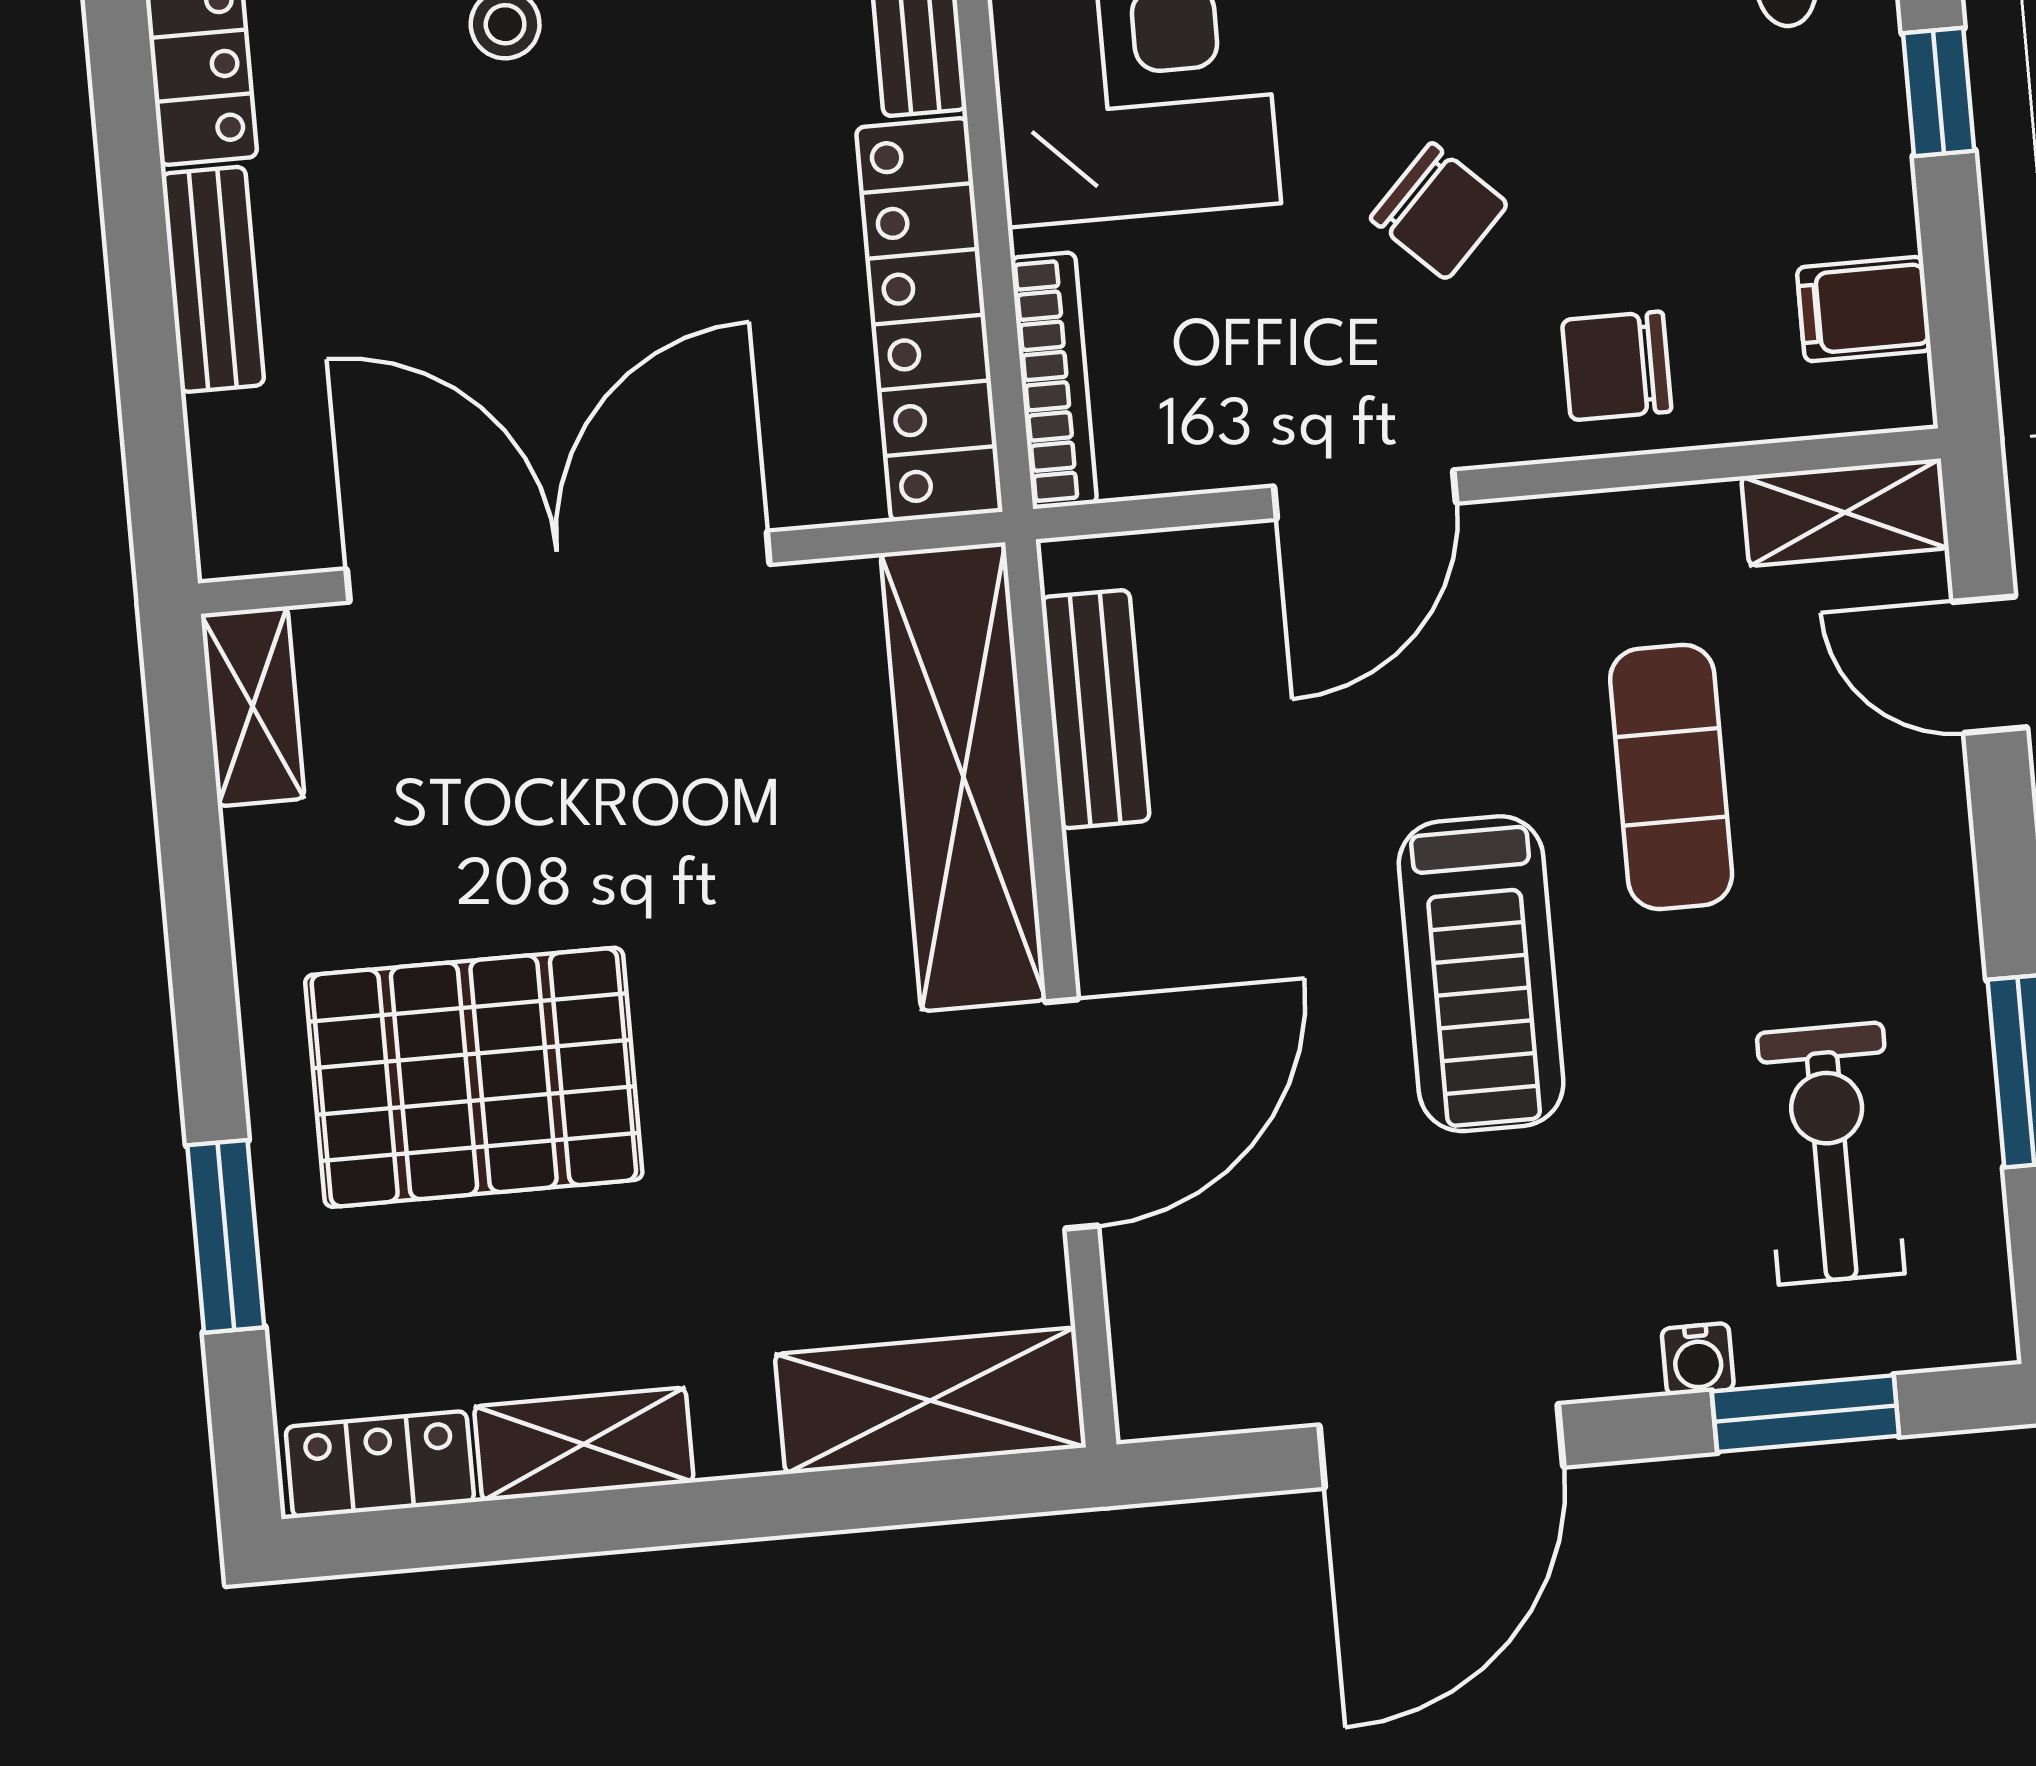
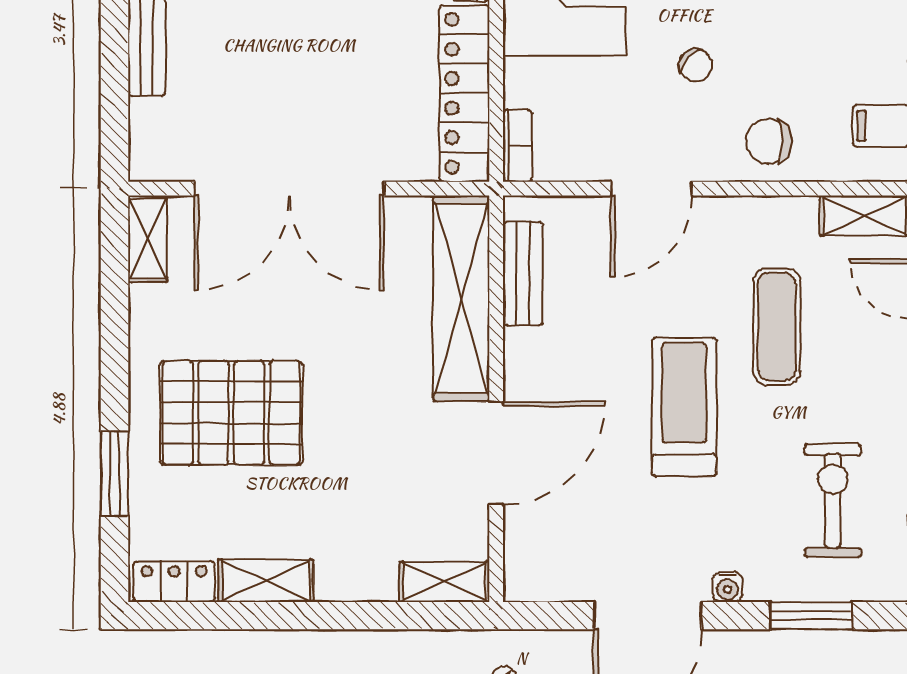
chair: (1439, 211) -> (696, 65), width x0.73, depth x0.73
bookcase: (1054, 380) -> (517, 146), width x0.64
double door: (558, 567) -> (289, 189), swing flipped
treadmill: (1481, 974) -> (684, 407), turned 180
water cooler: (1698, 1359) -> (727, 587), moved
shelving: (930, 1401) -> (444, 582), width x0.67, depth x0.75

